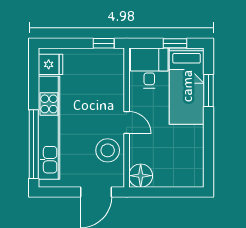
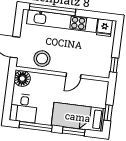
desk: (149, 68) -> (24, 108), moved, turned 90
door: (127, 122) -> (73, 75), moved
window: (208, 147) -> (36, 126), added

